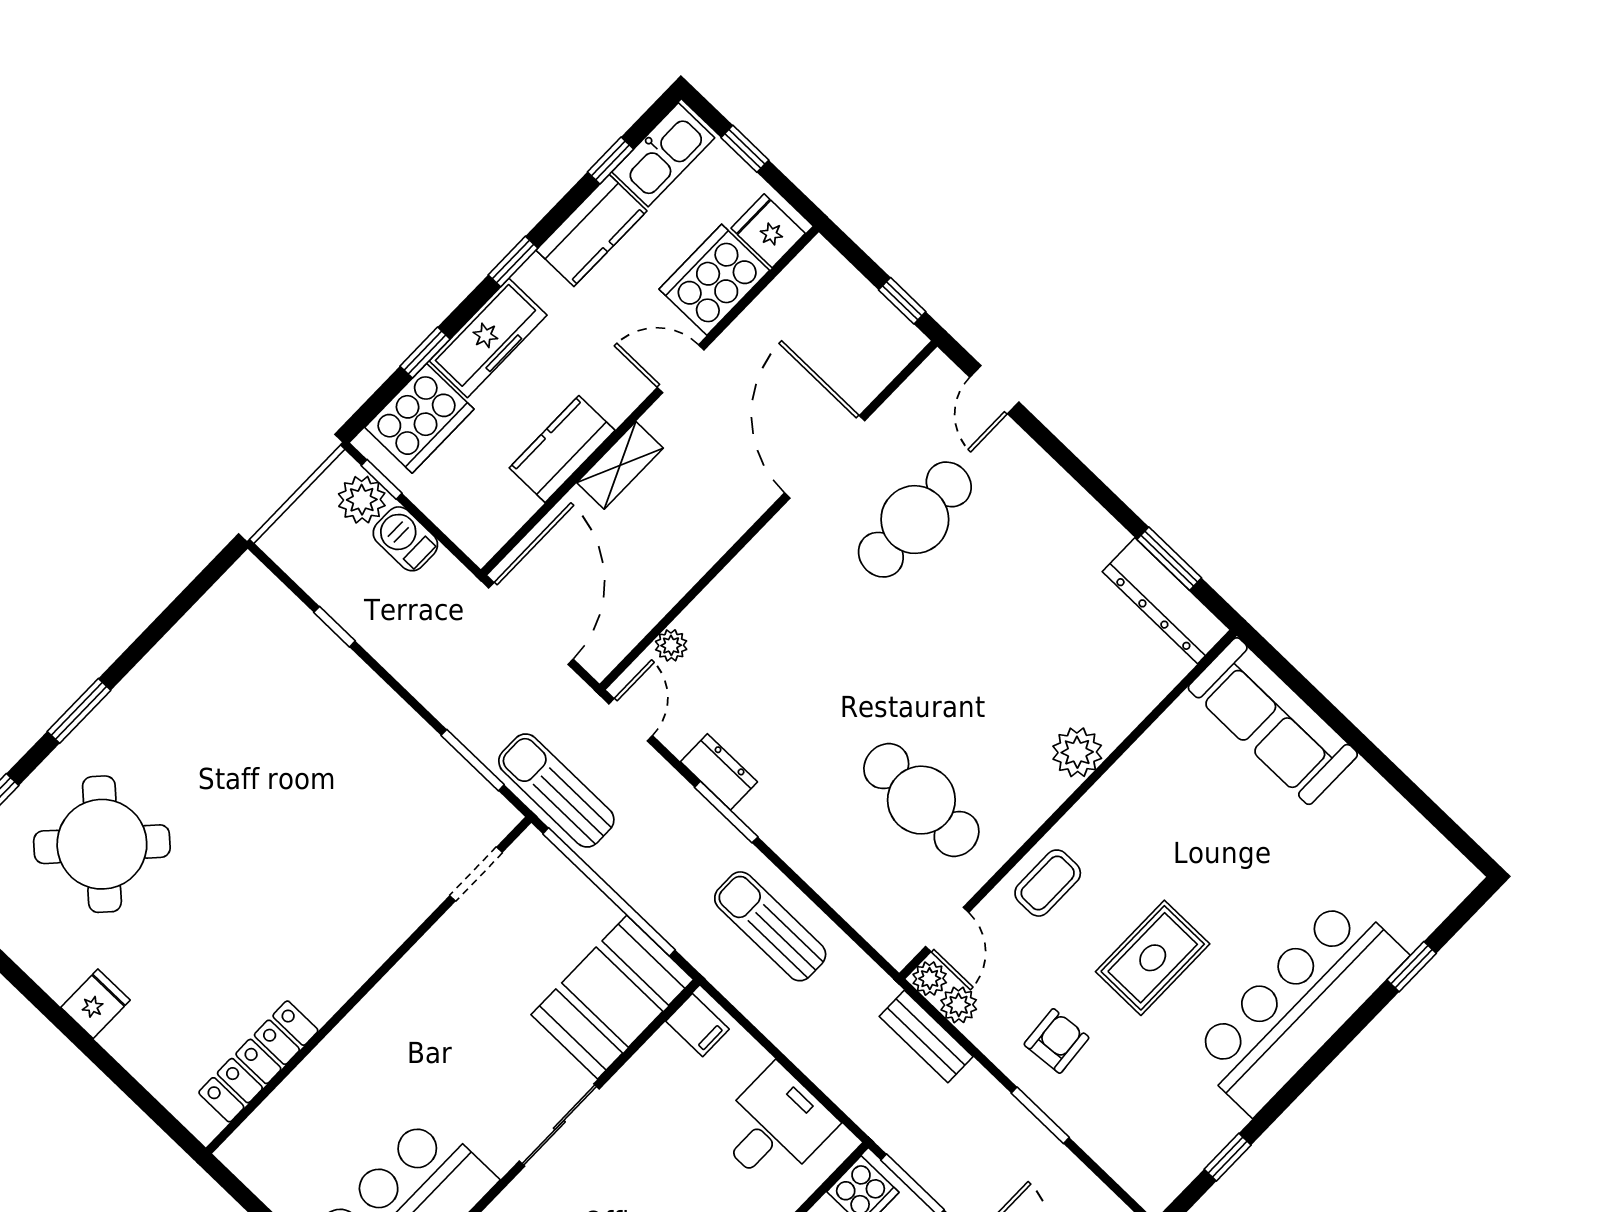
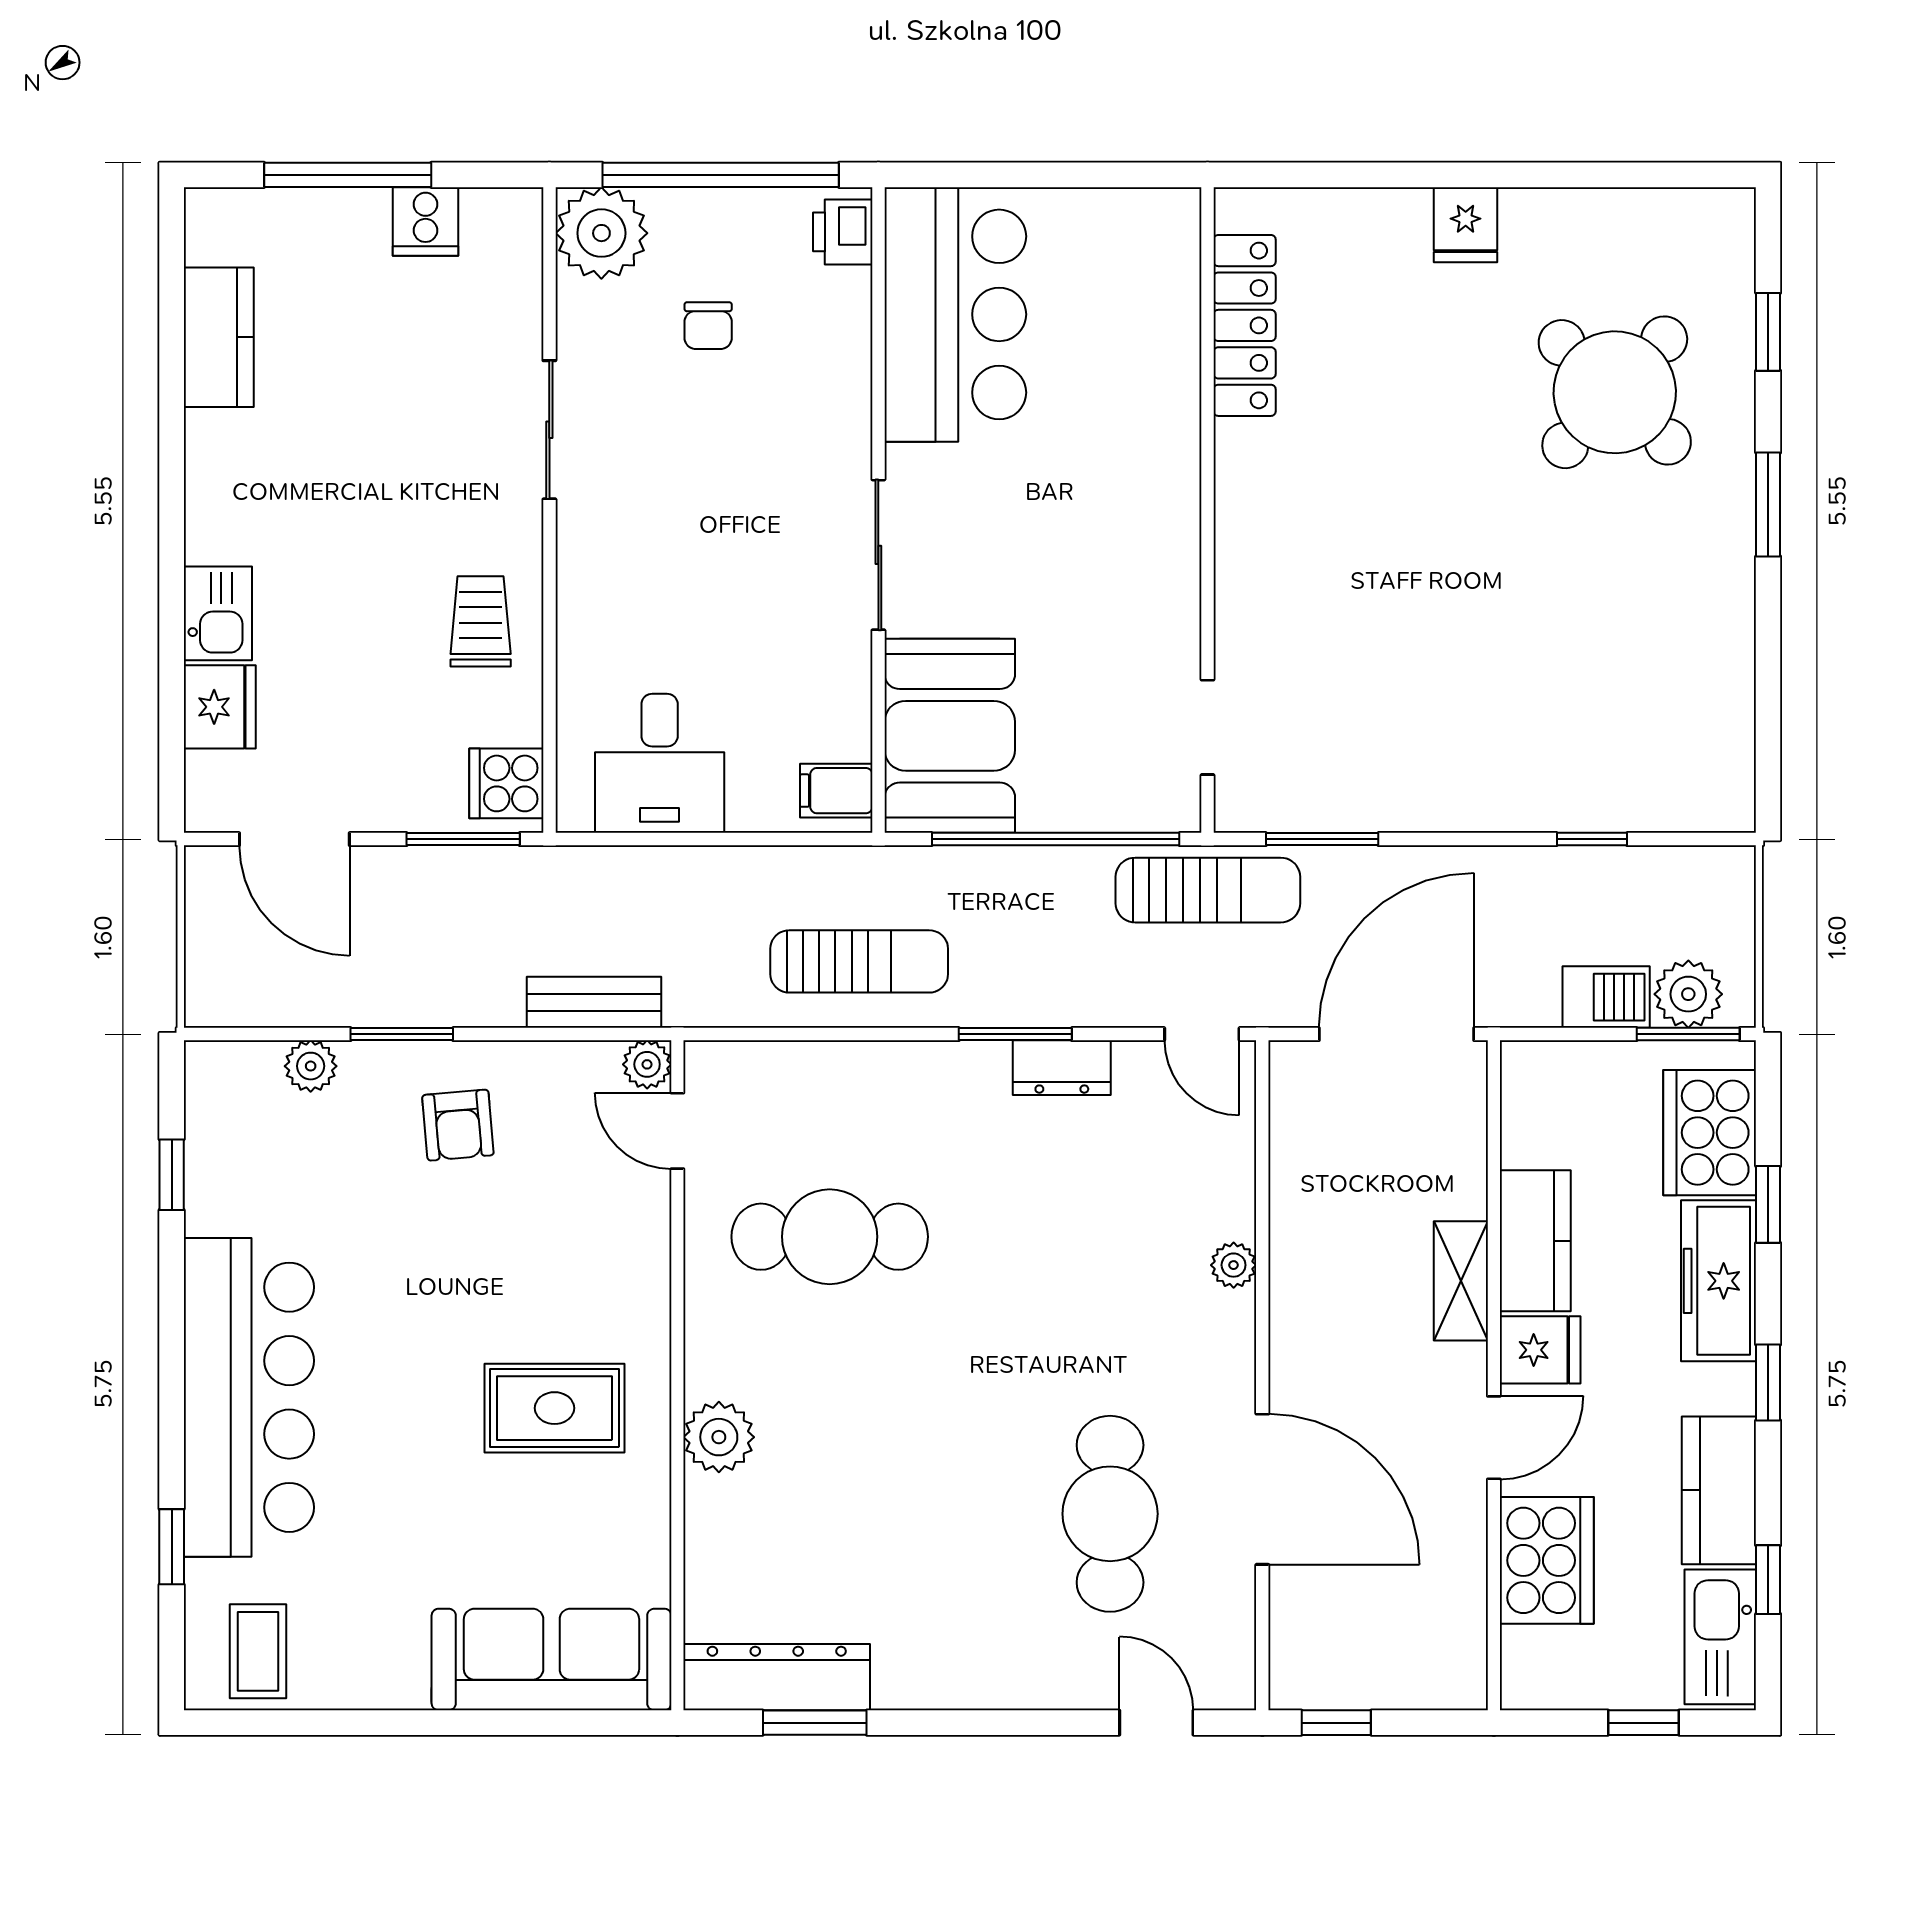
fridge: (768, 231) -> (1540, 1350), moved
window: (382, 479) -> (1688, 1034), width x1.50
door: (531, 624) -> (1397, 1034), swing flipped
plant: (671, 645) -> (1234, 1265), moved
coffee table: (1048, 883) -> (258, 1651), moved
rug: (1153, 958) -> (554, 1408), moved, turned 90
plant: (959, 1005) -> (311, 1066), moved

